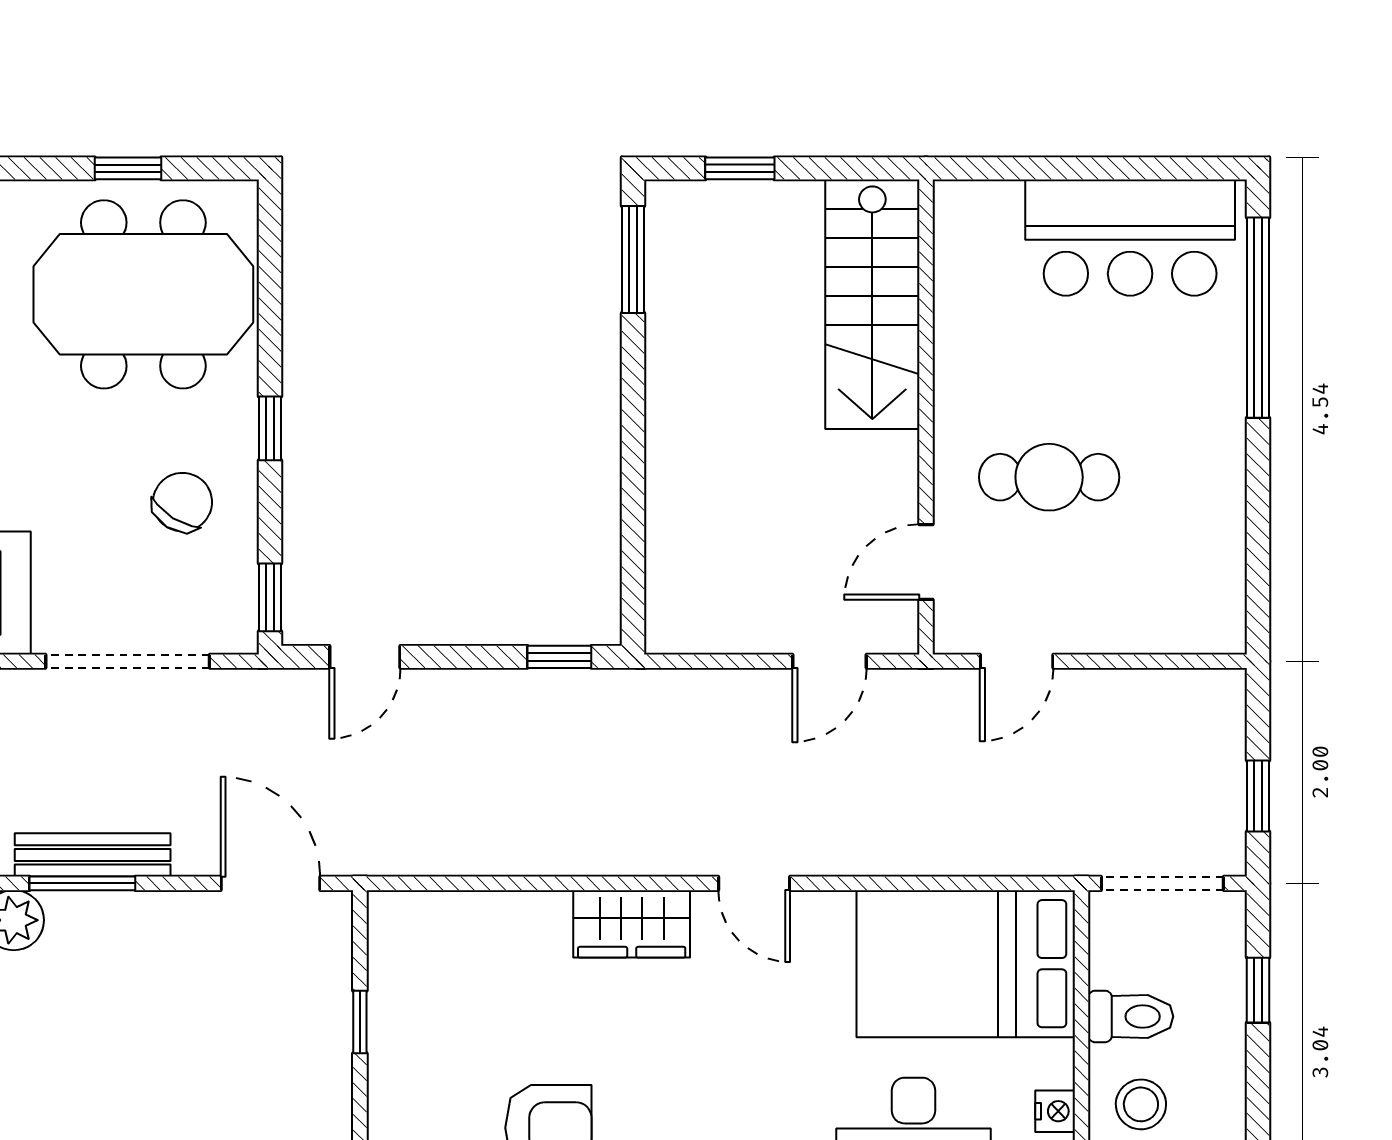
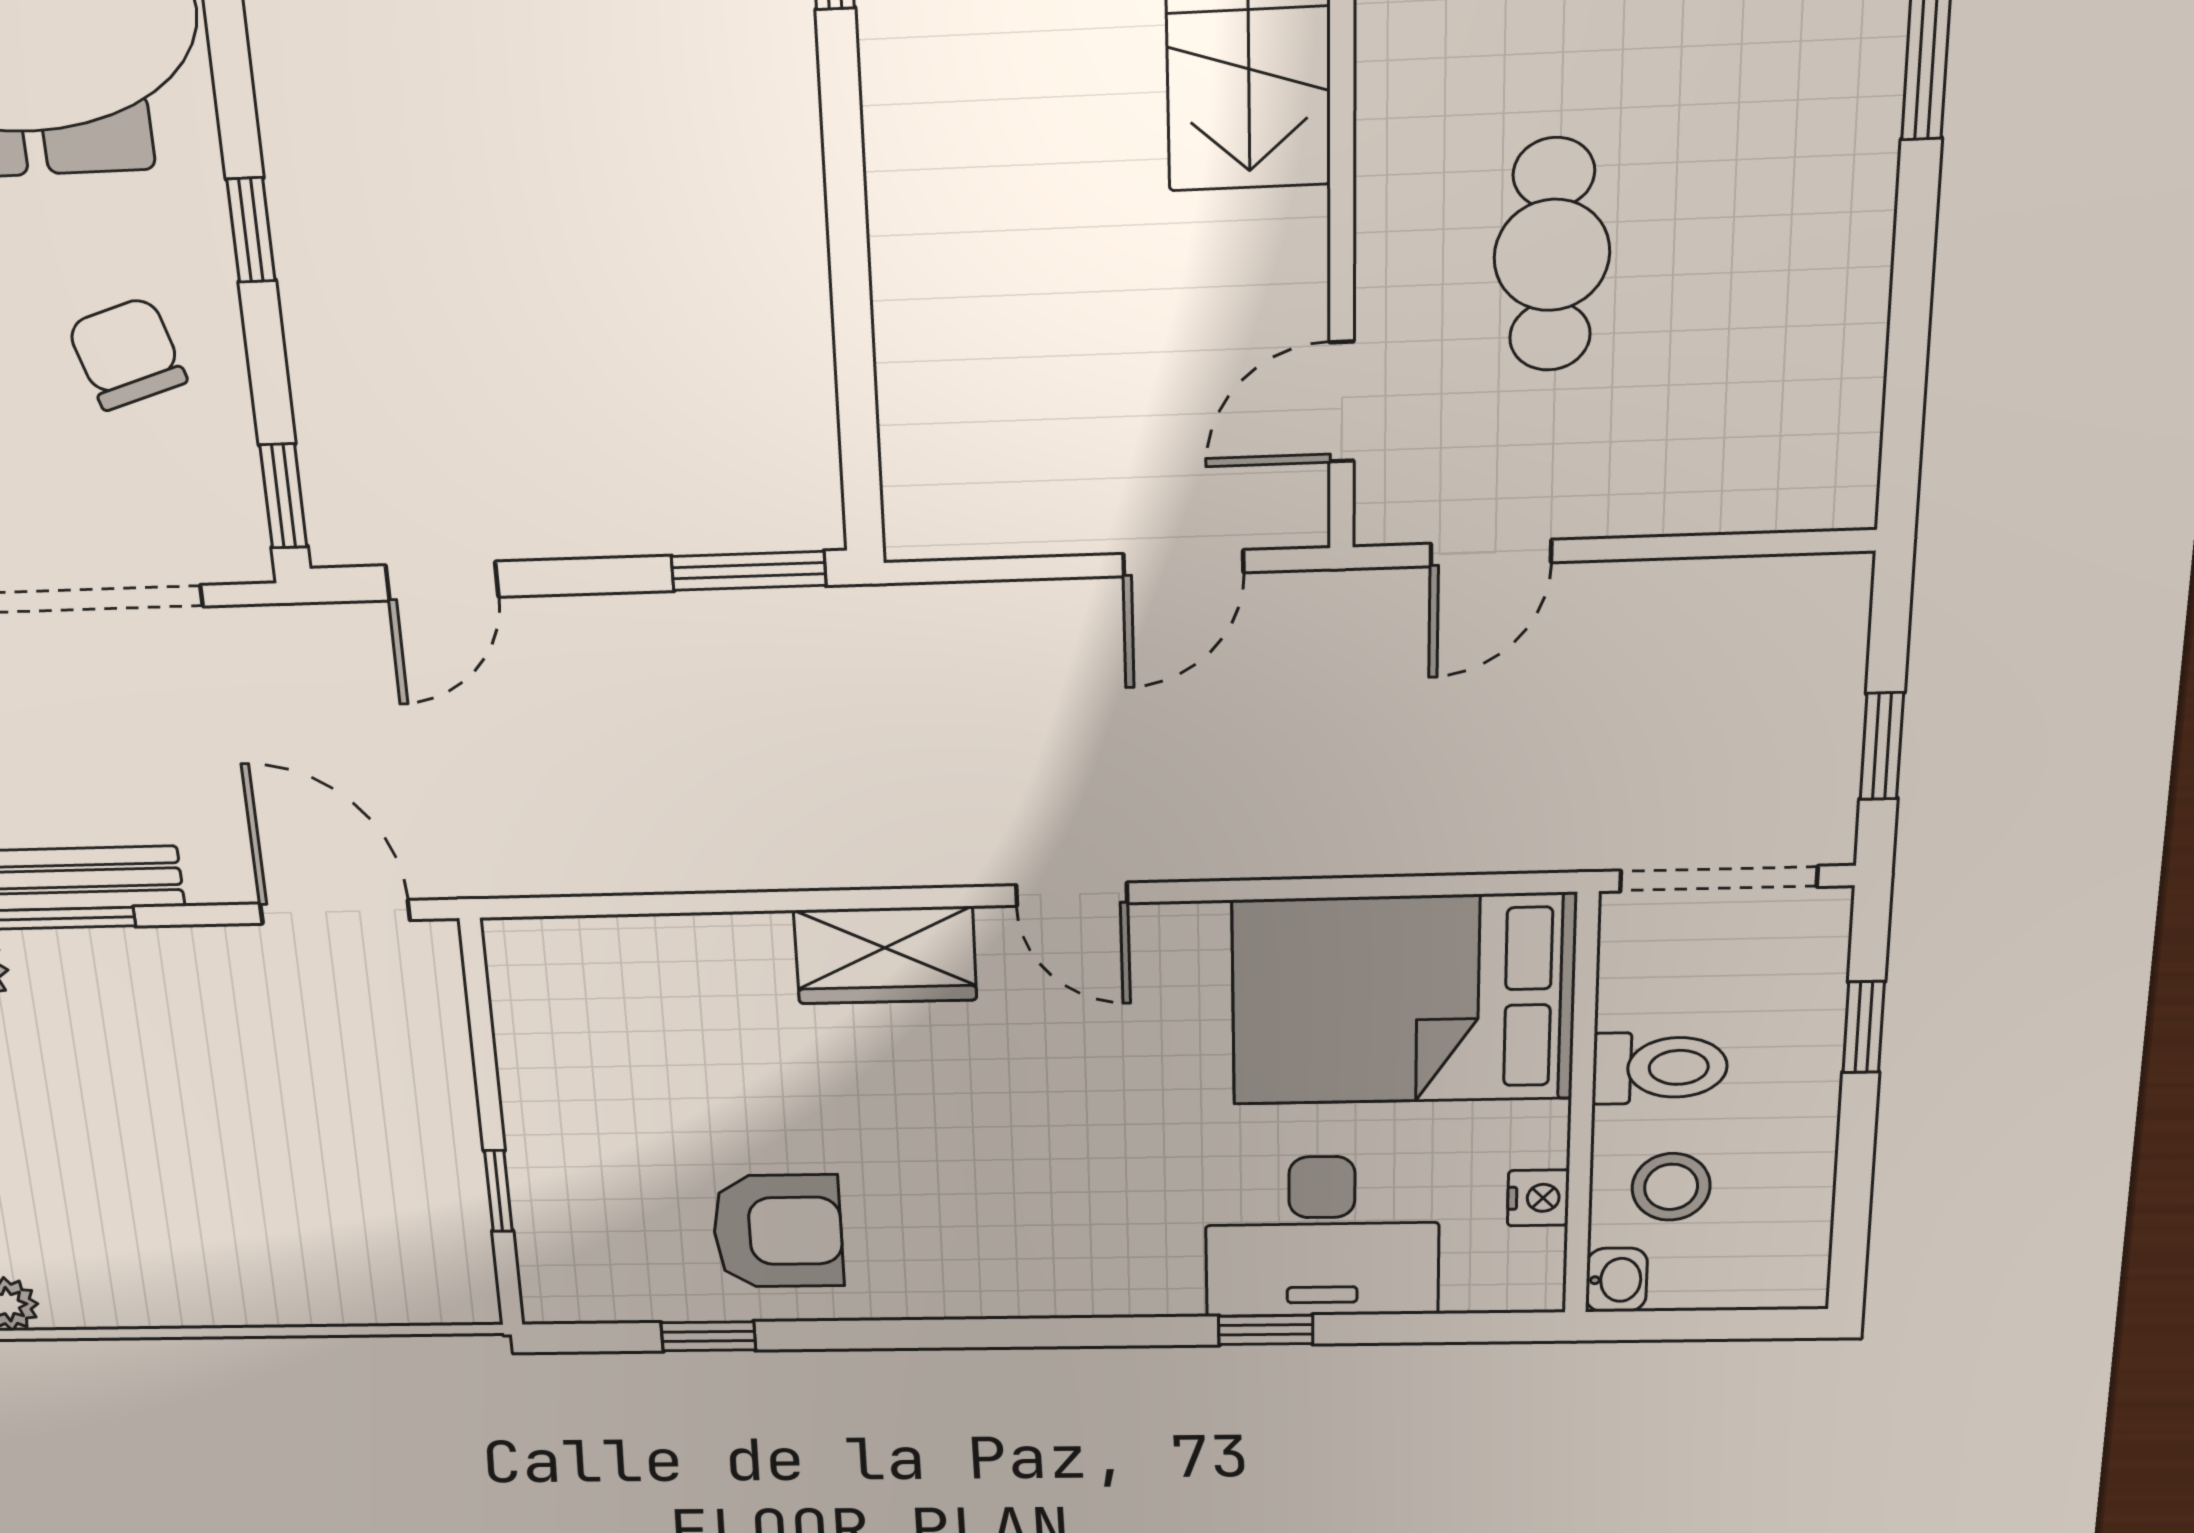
cafe table: (1049, 477) -> (1552, 255), turned 90
chair: (183, 502) -> (127, 354), turned -49
window: (559, 657) -> (749, 571), width x1.50
window: (360, 1022) -> (498, 1191), moved

